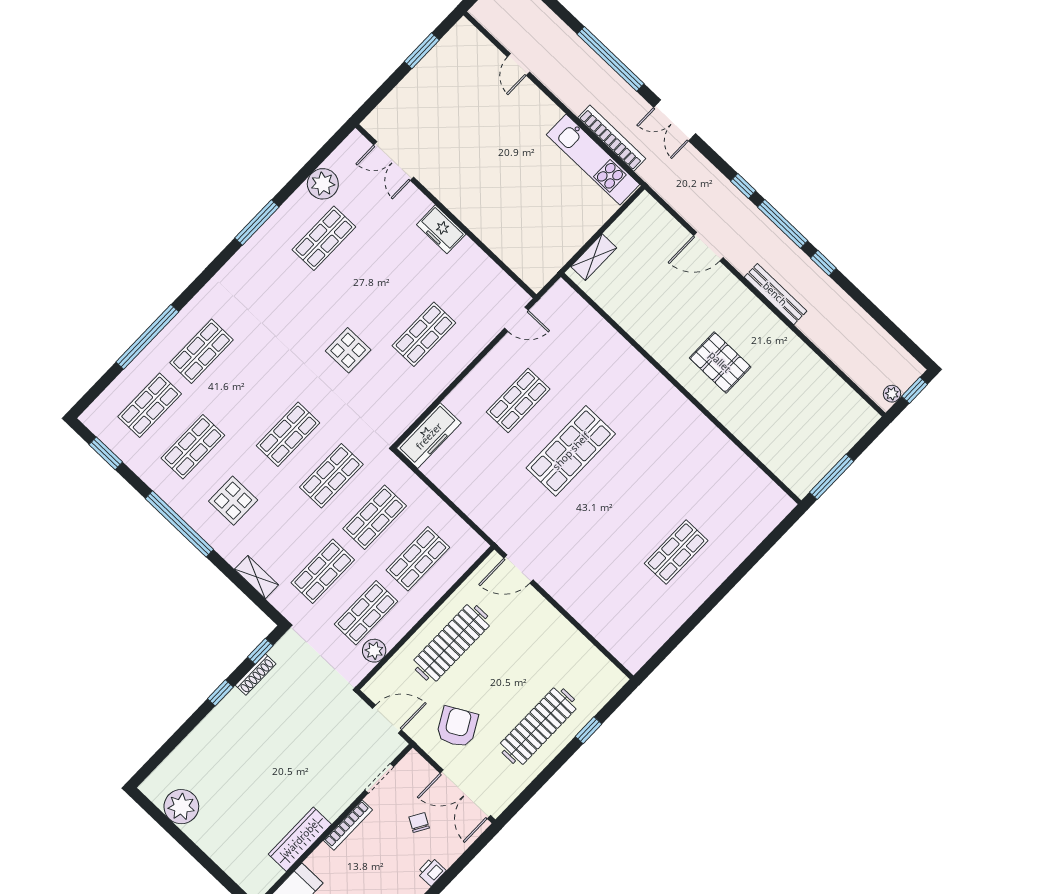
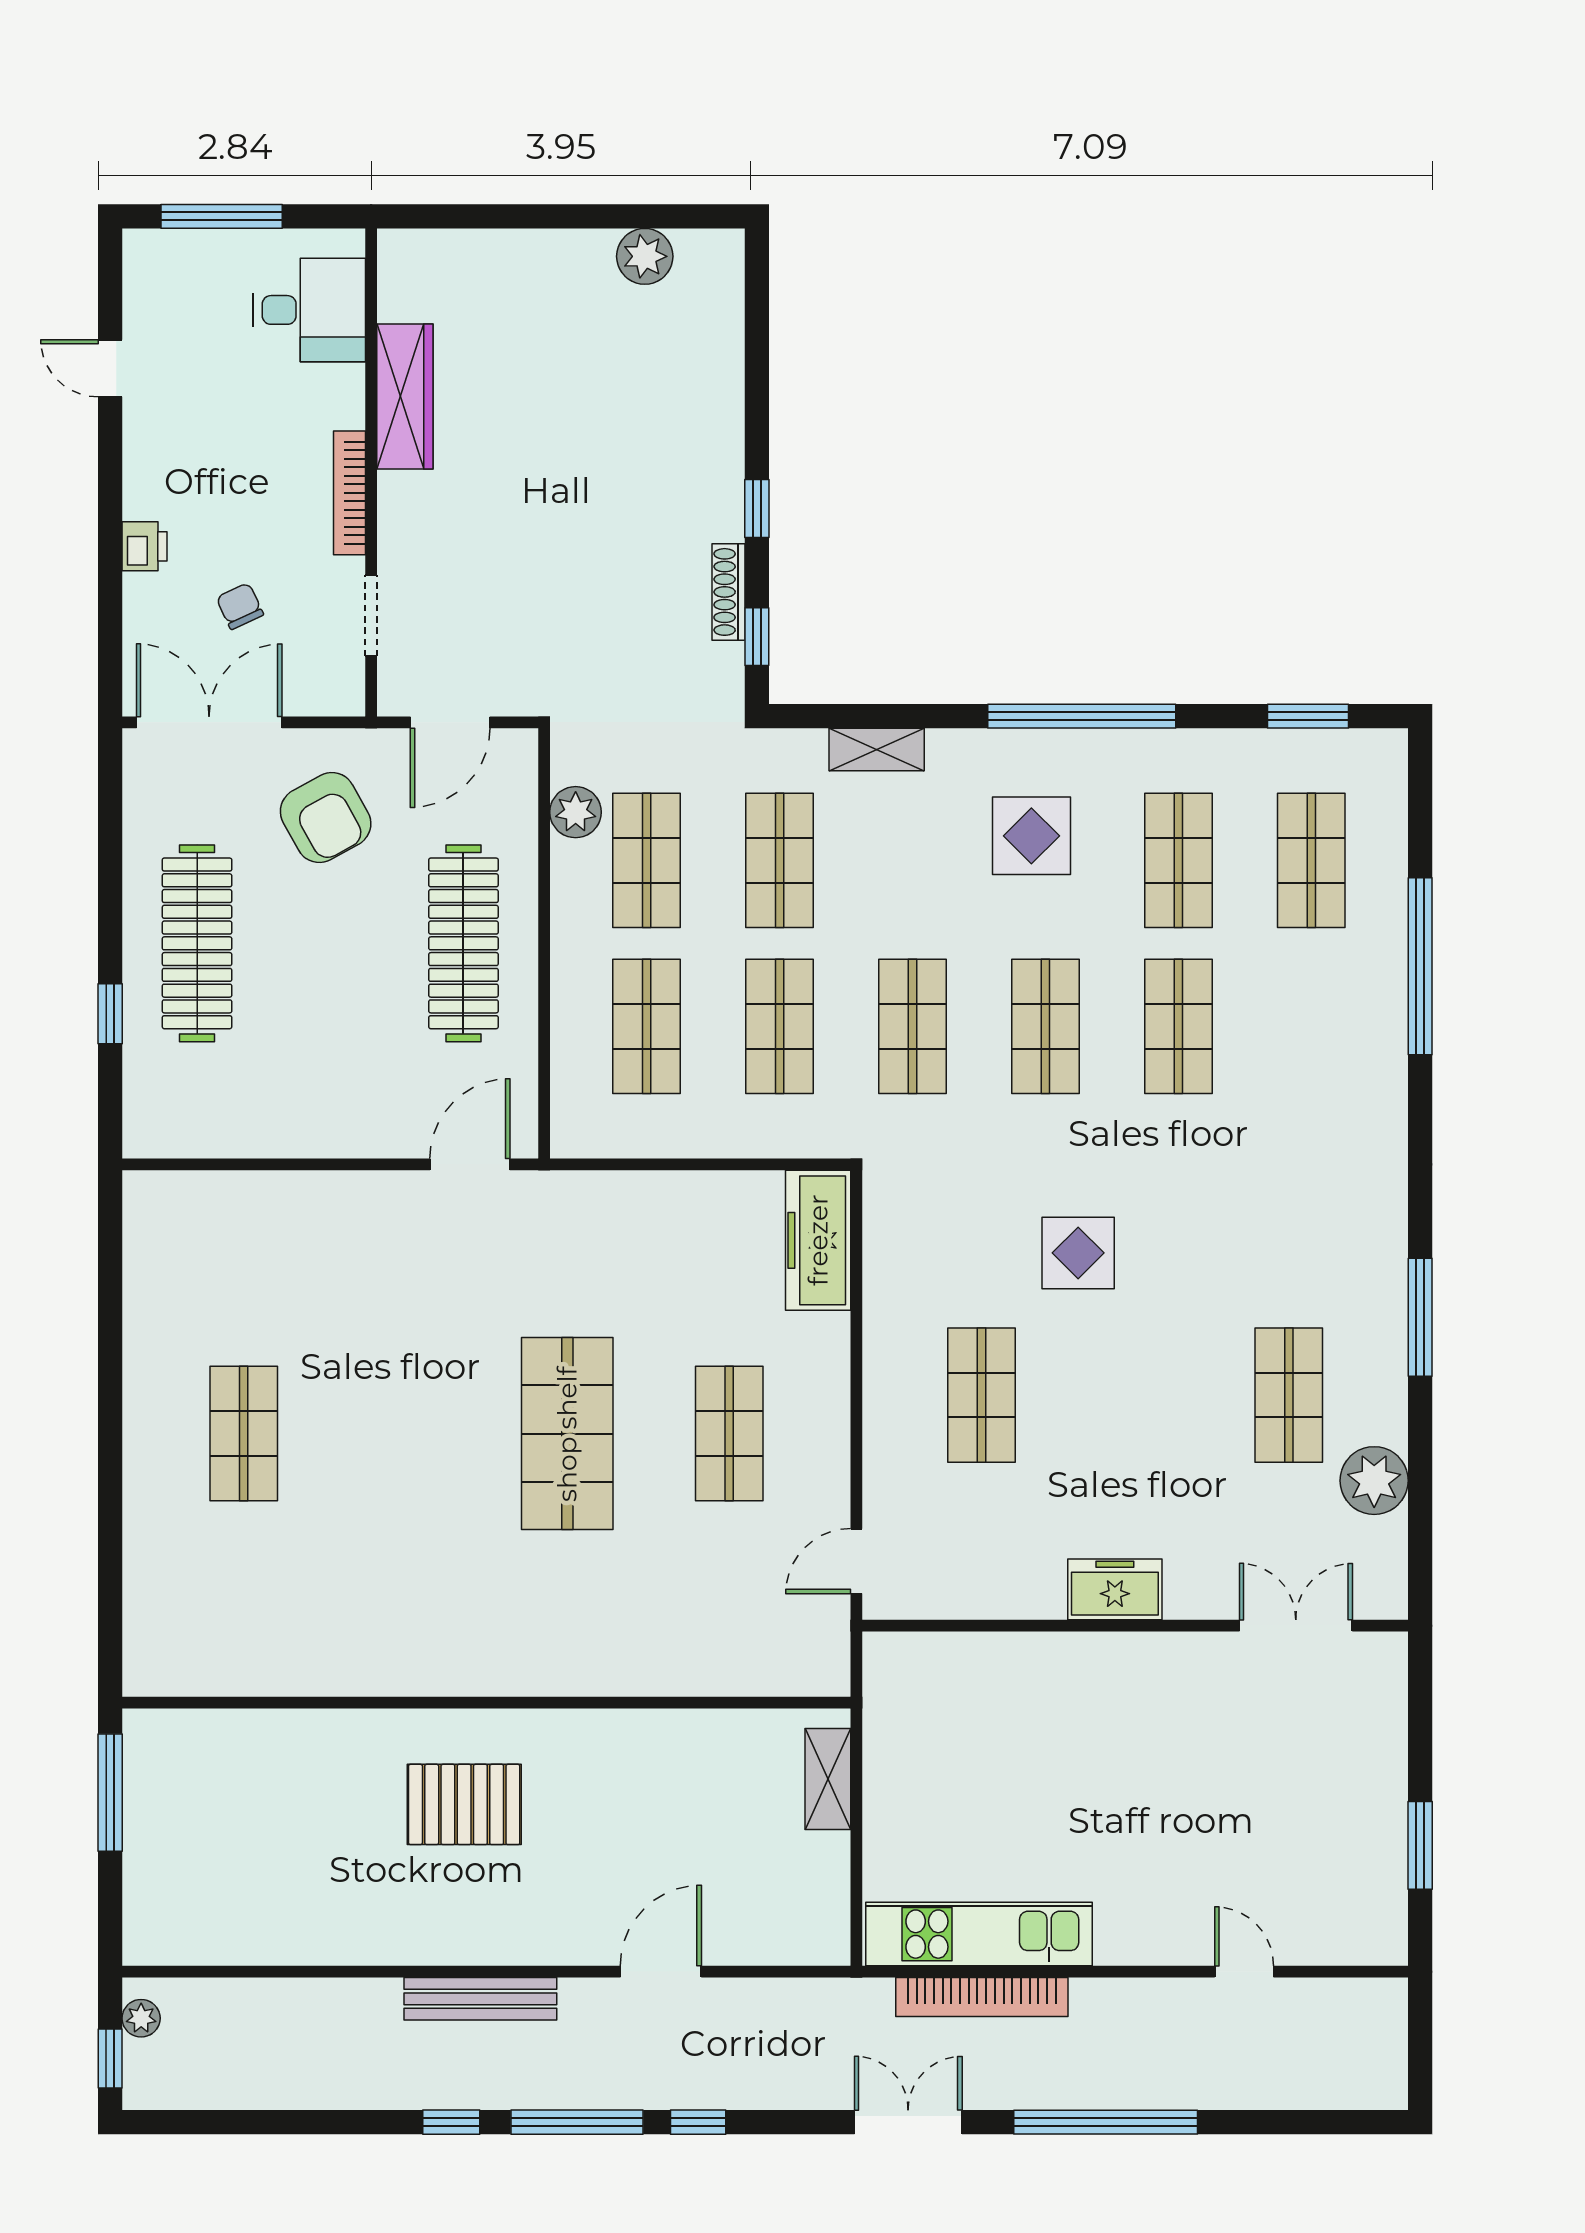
shop shelf: (201, 351) -> (1178, 1026), moved
plant: (181, 807) -> (645, 256), width x0.73, depth x0.73
chair: (419, 822) -> (240, 606), turned -145

